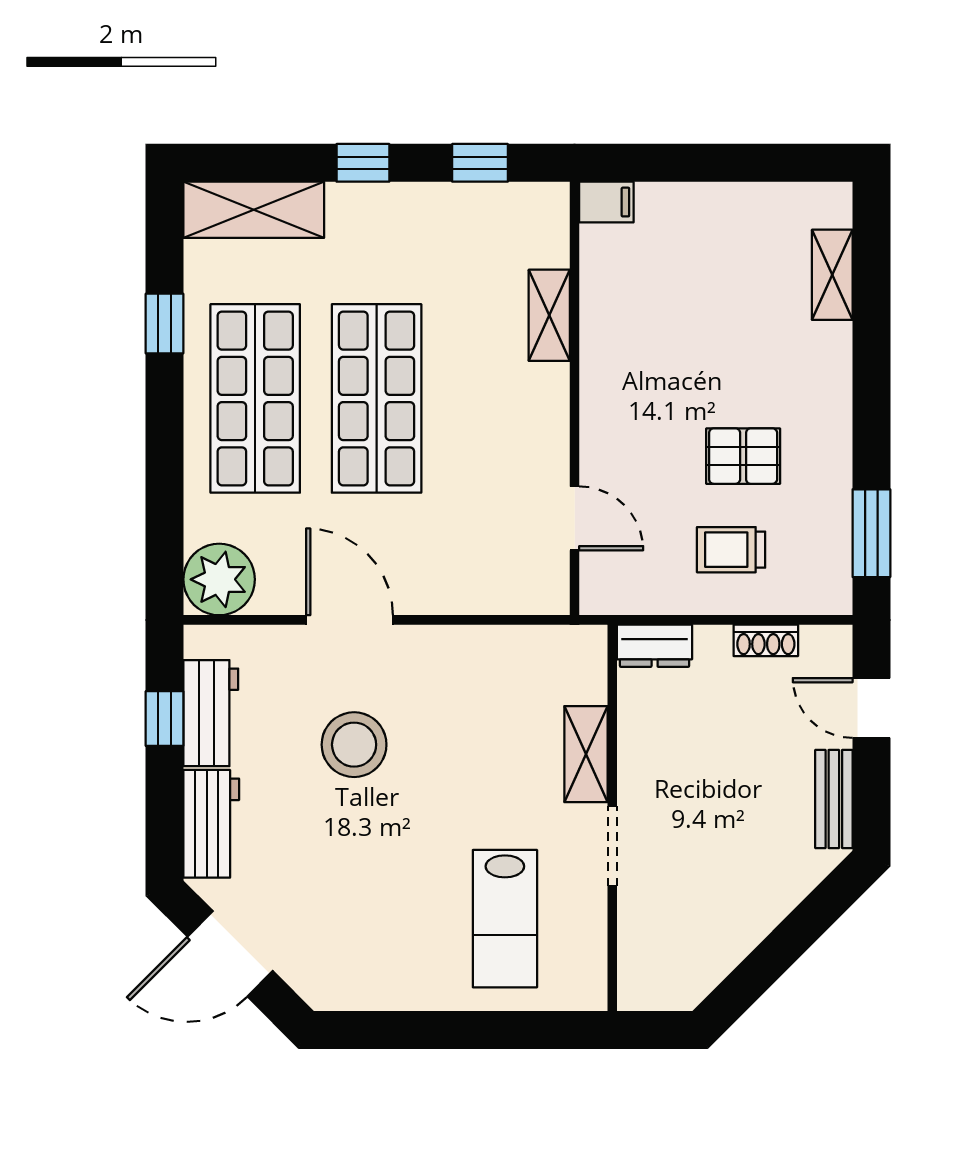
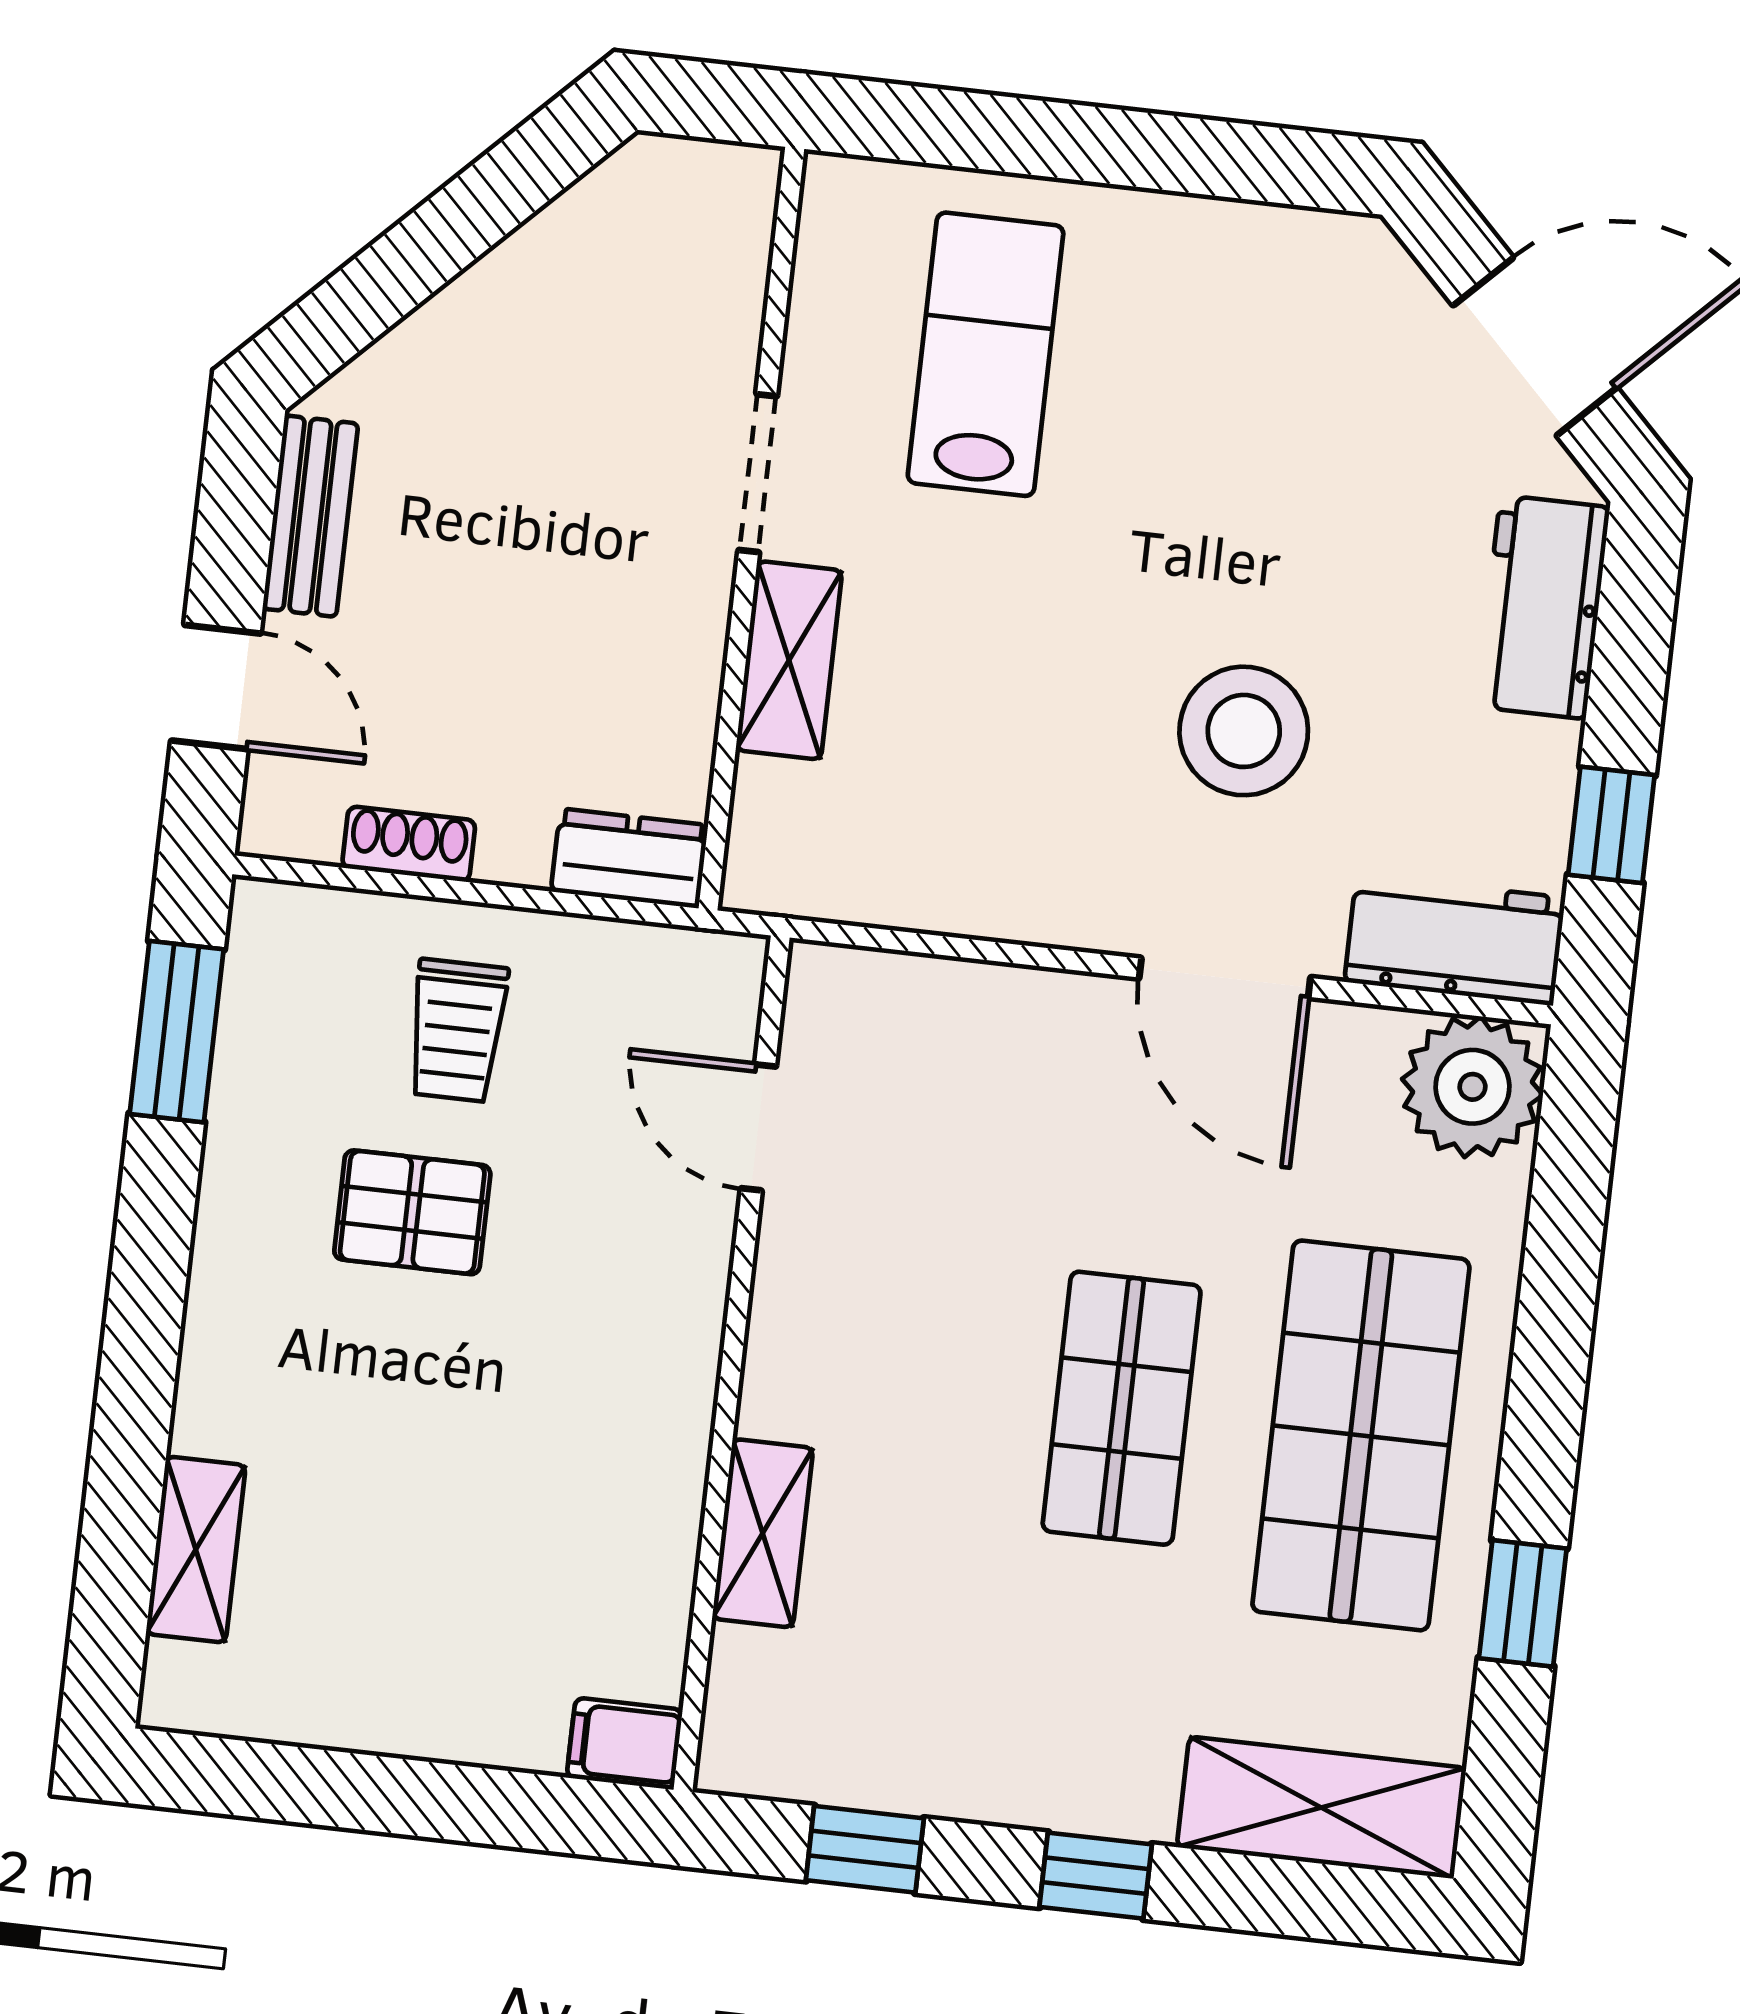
shop shelf: (377, 398) -> (1122, 1408), width x0.70, depth x0.74
trolley: (731, 550) -> (457, 1031), turned 90
workbench: (211, 713) -> (1455, 940), moved, turned 90

